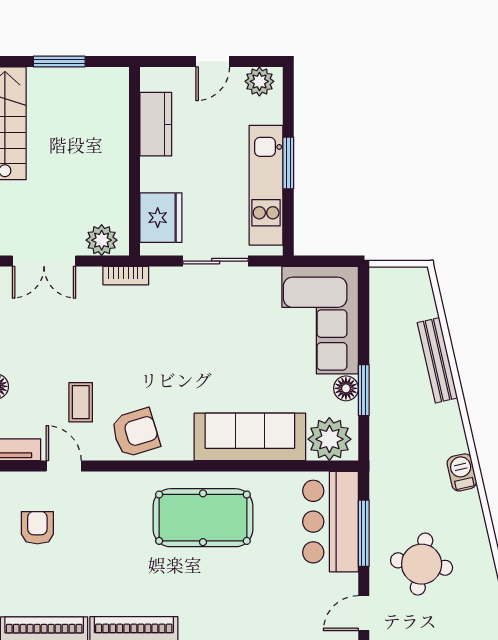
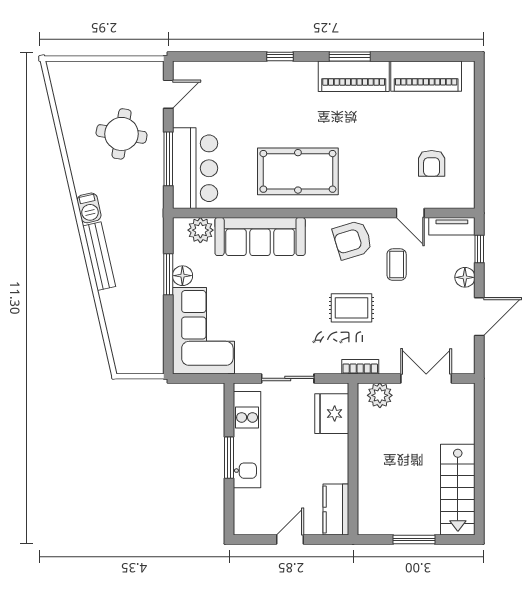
plant: (259, 81) -> (252, 523), removed
kitchen counter: (156, 124) -> (336, 510), moved
rug: (137, 349) -> (352, 308), added
bench: (437, 360) -> (99, 256), moved
plant: (329, 439) -> (200, 230), width x0.73, depth x0.73

